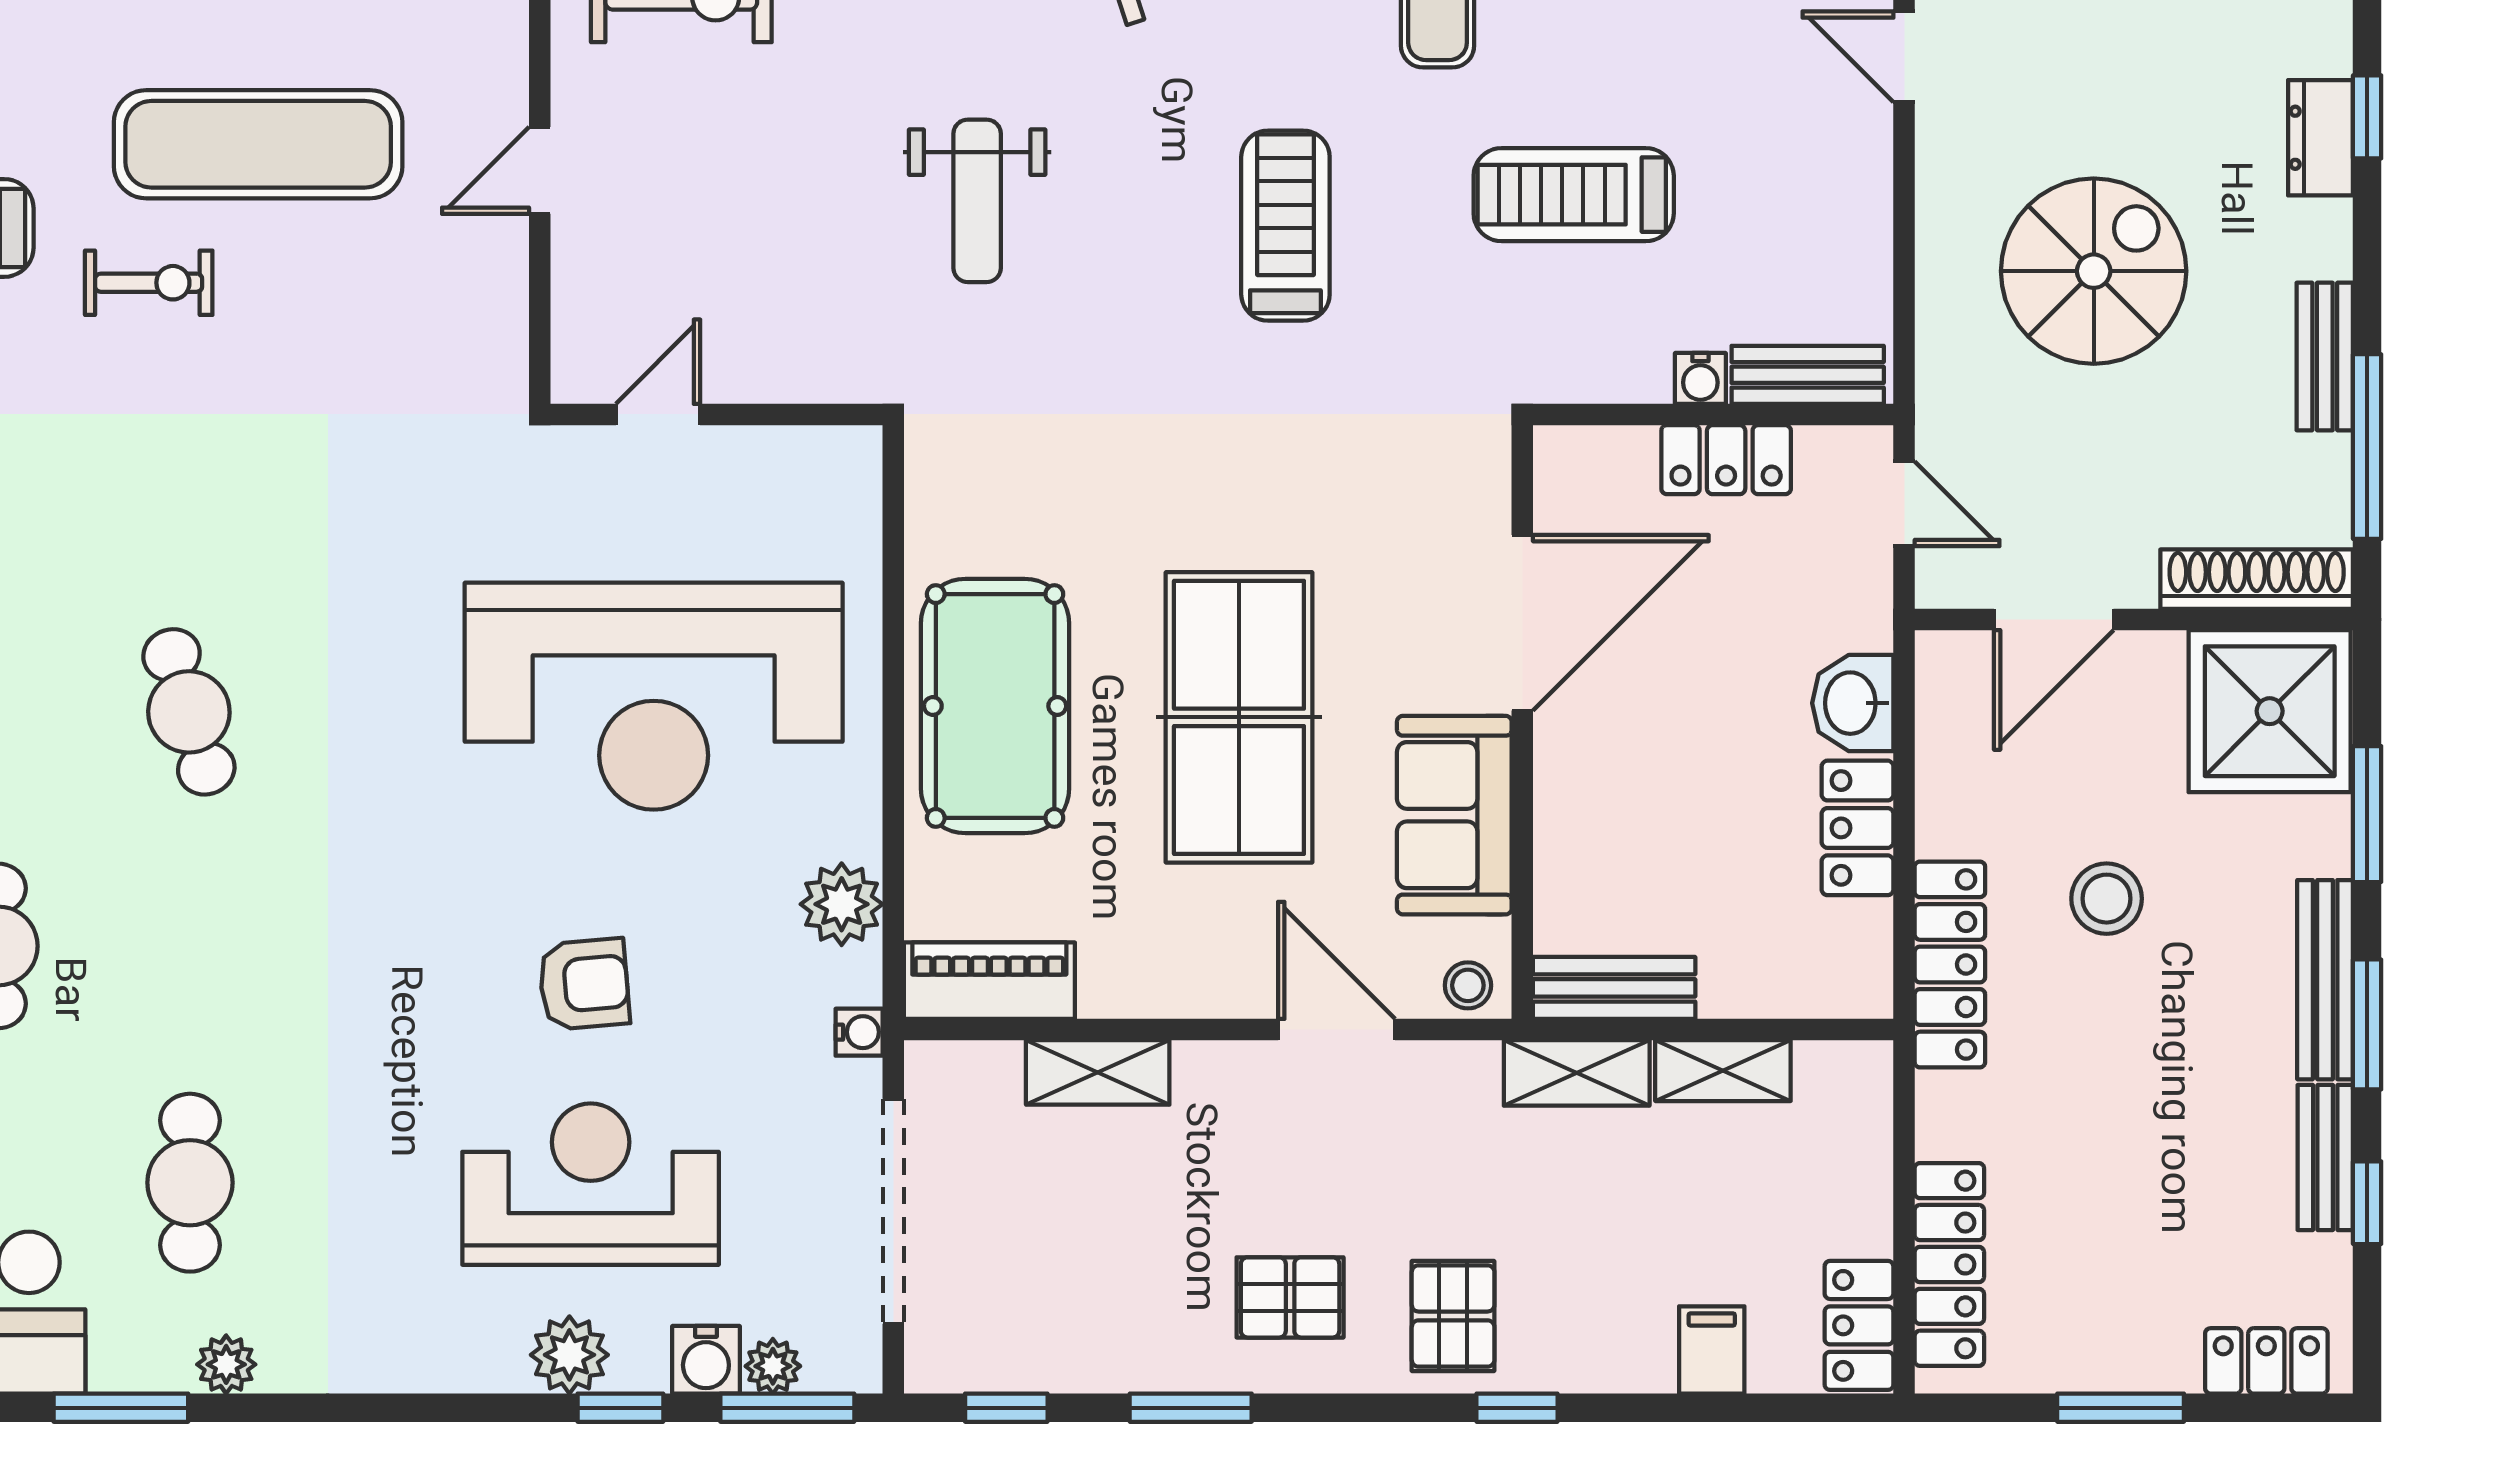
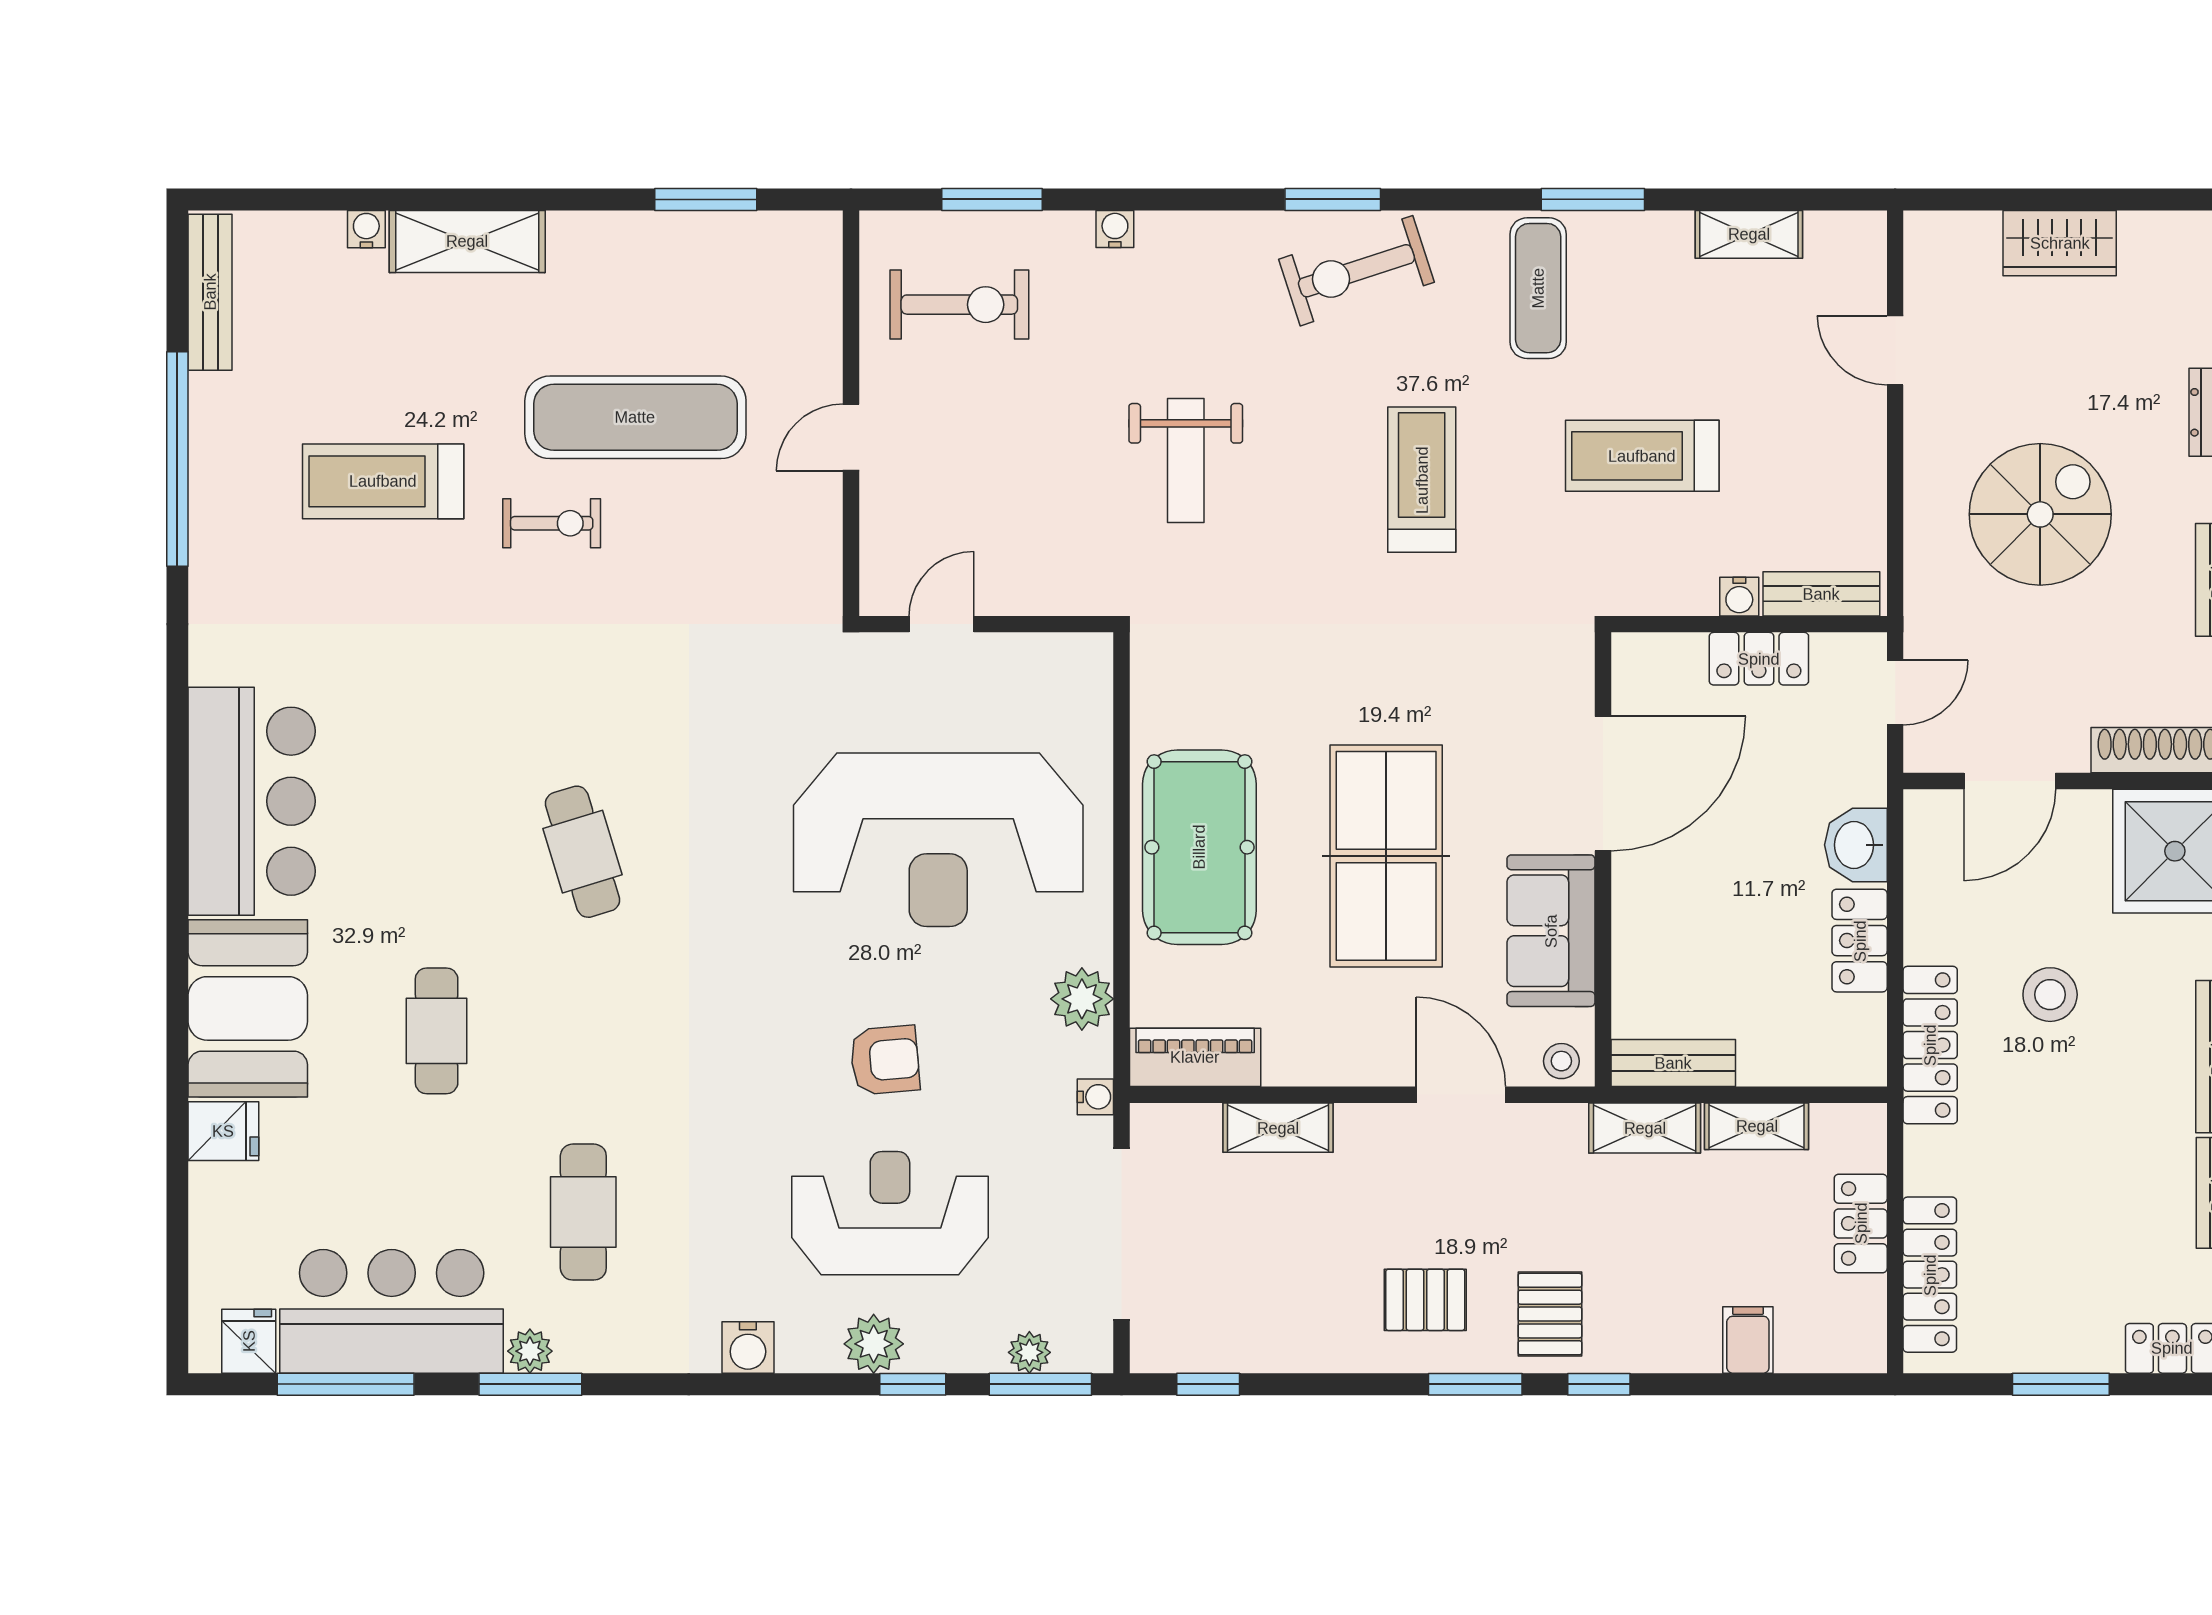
door: (1904, 504) -> (1895, 692), hinge flipped
locker: (1859, 1325) -> (1861, 1223), moved
water cooler: (706, 1360) -> (748, 1348), moved
plant: (226, 1364) -> (530, 1351), moved
window: (1191, 1408) -> (1475, 1384), moved

